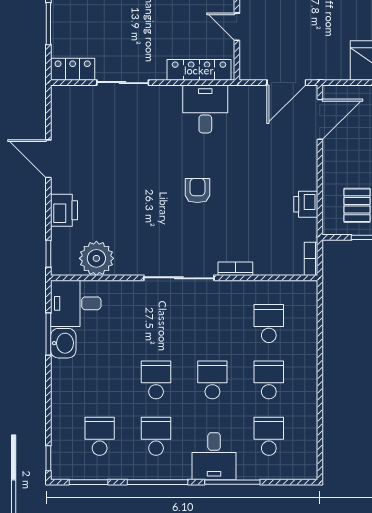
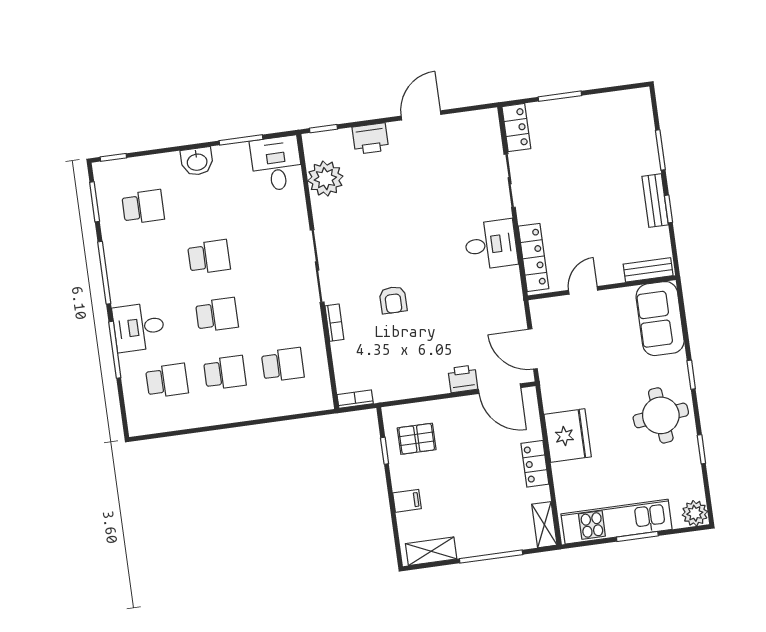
desk: (205, 109) -> (491, 245), moved
armchair: (197, 191) -> (393, 300), moved, turned 90
printer: (306, 204) -> (463, 379), moved
washbasin: (63, 343) -> (197, 161), moved
school desk: (156, 436) -> (151, 265), removed

